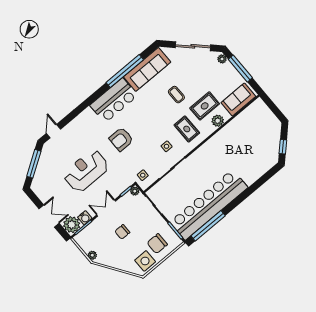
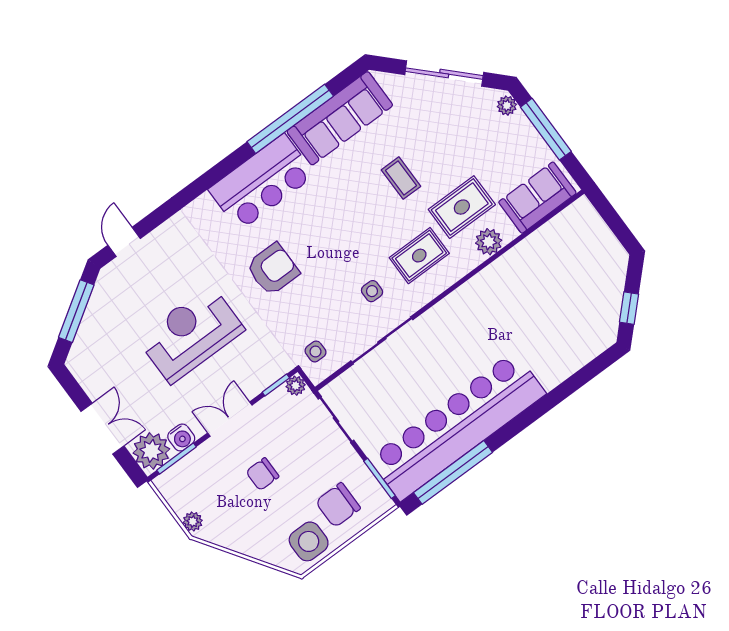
rug: (187, 129) -> (419, 256), turned 90
armchair: (121, 139) -> (273, 269), turned 180

